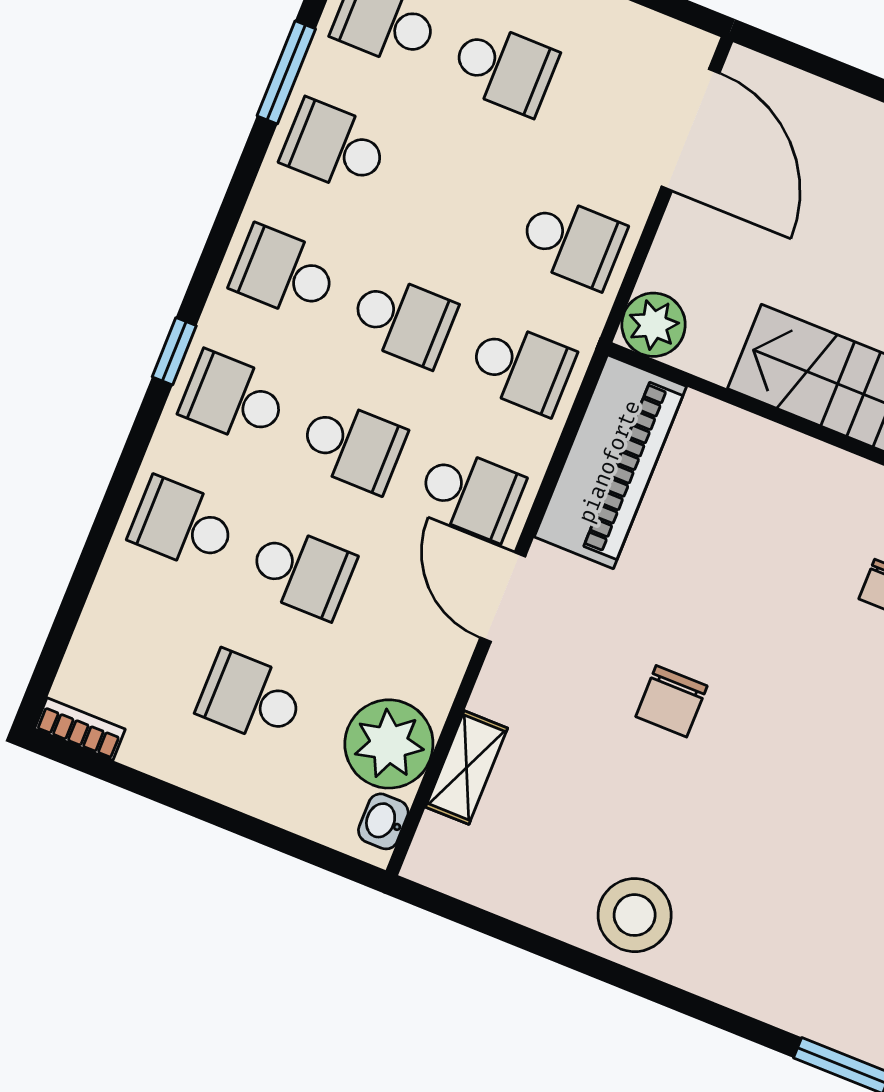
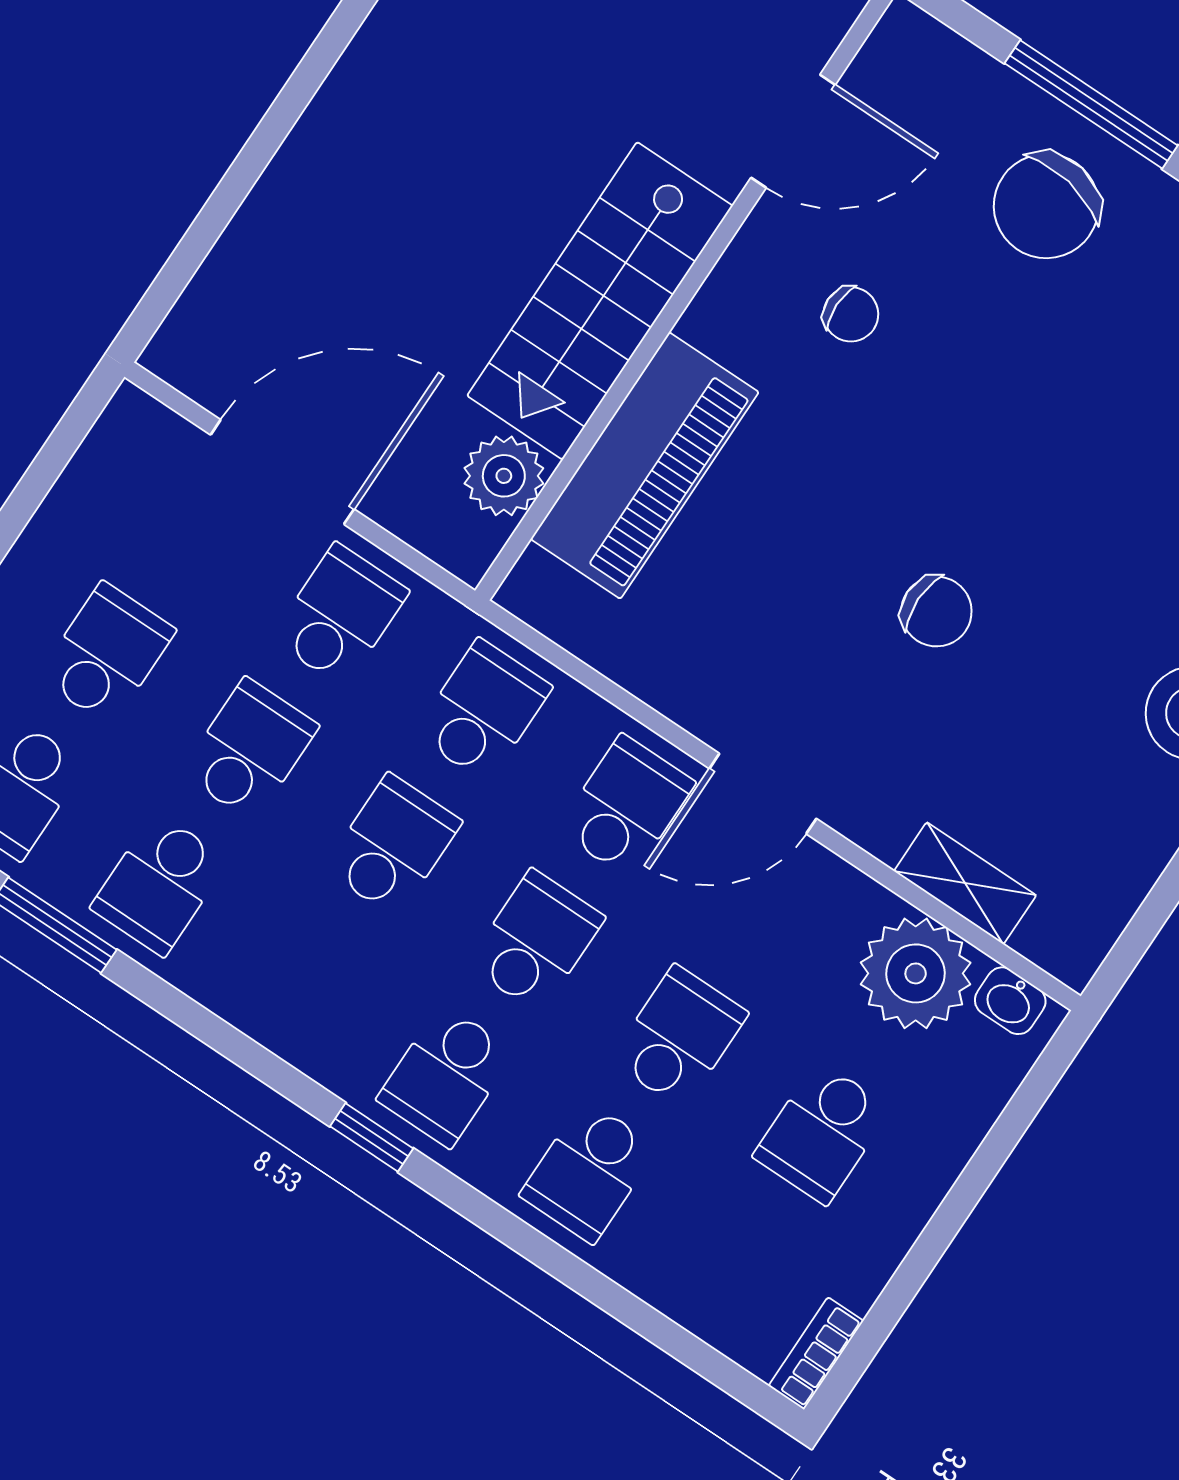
door: (691, 130) -> (282, 472), moved
school desk: (284, 272) -> (250, 750), moved, turned 180
plant: (654, 325) -> (504, 476), moved
piano: (610, 462) -> (645, 466), moved, turned 90

